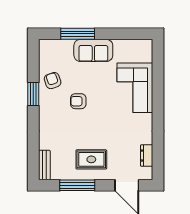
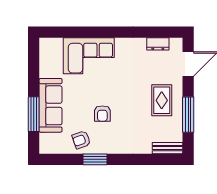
sofa: (93, 50) -> (51, 105), width x1.36

